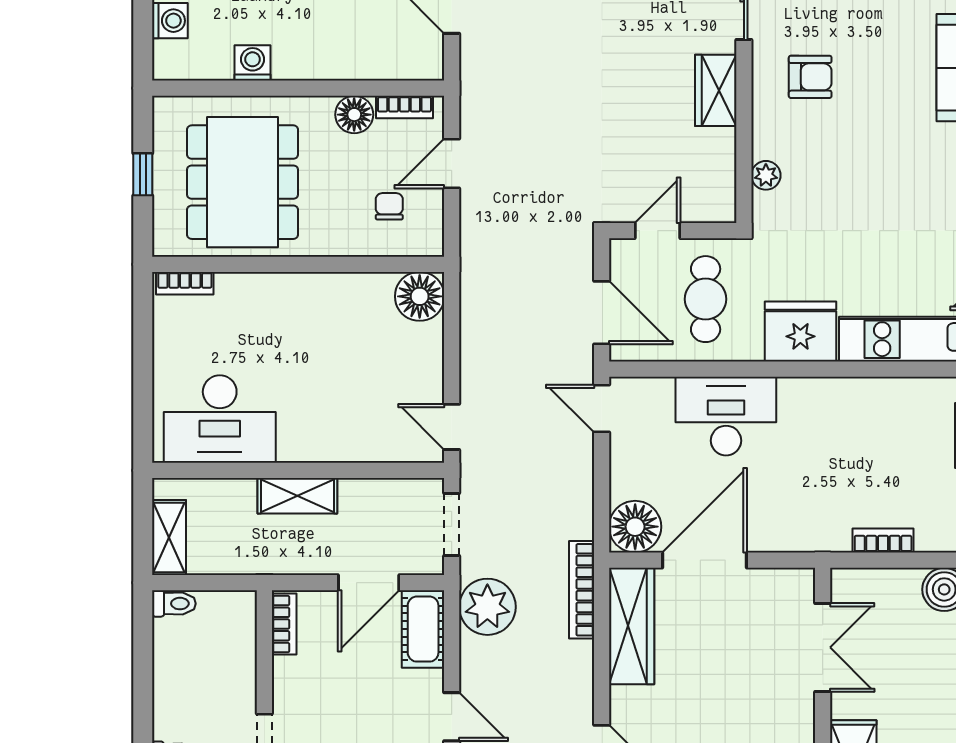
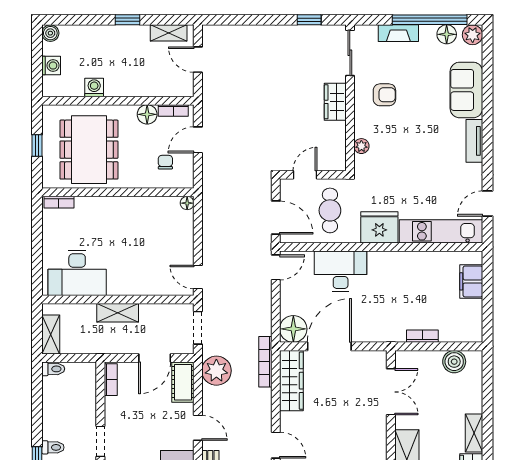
floor lamp: (420, 296) -> (187, 203), width x0.53, depth x0.53
door: (602, 409) -> (276, 267), swing flipped

